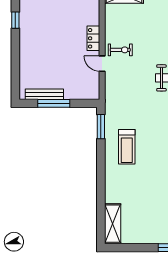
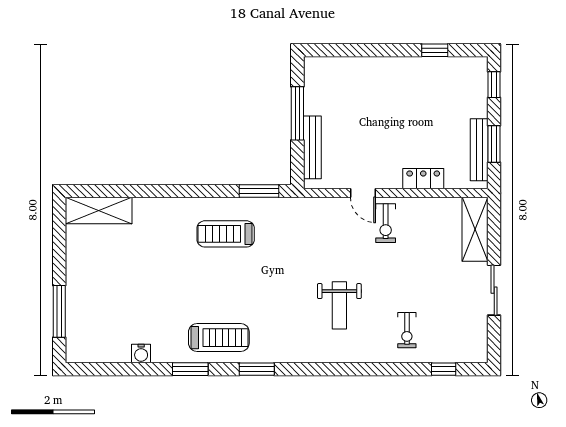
locker: (93, 38) -> (423, 179), moved
door: (102, 64) -> (363, 193), swing flipped
bench: (44, 94) -> (312, 147), moved

